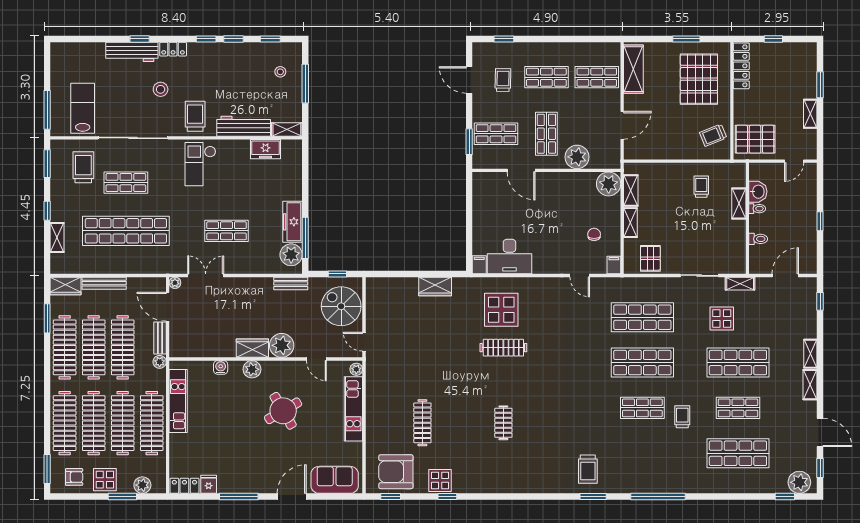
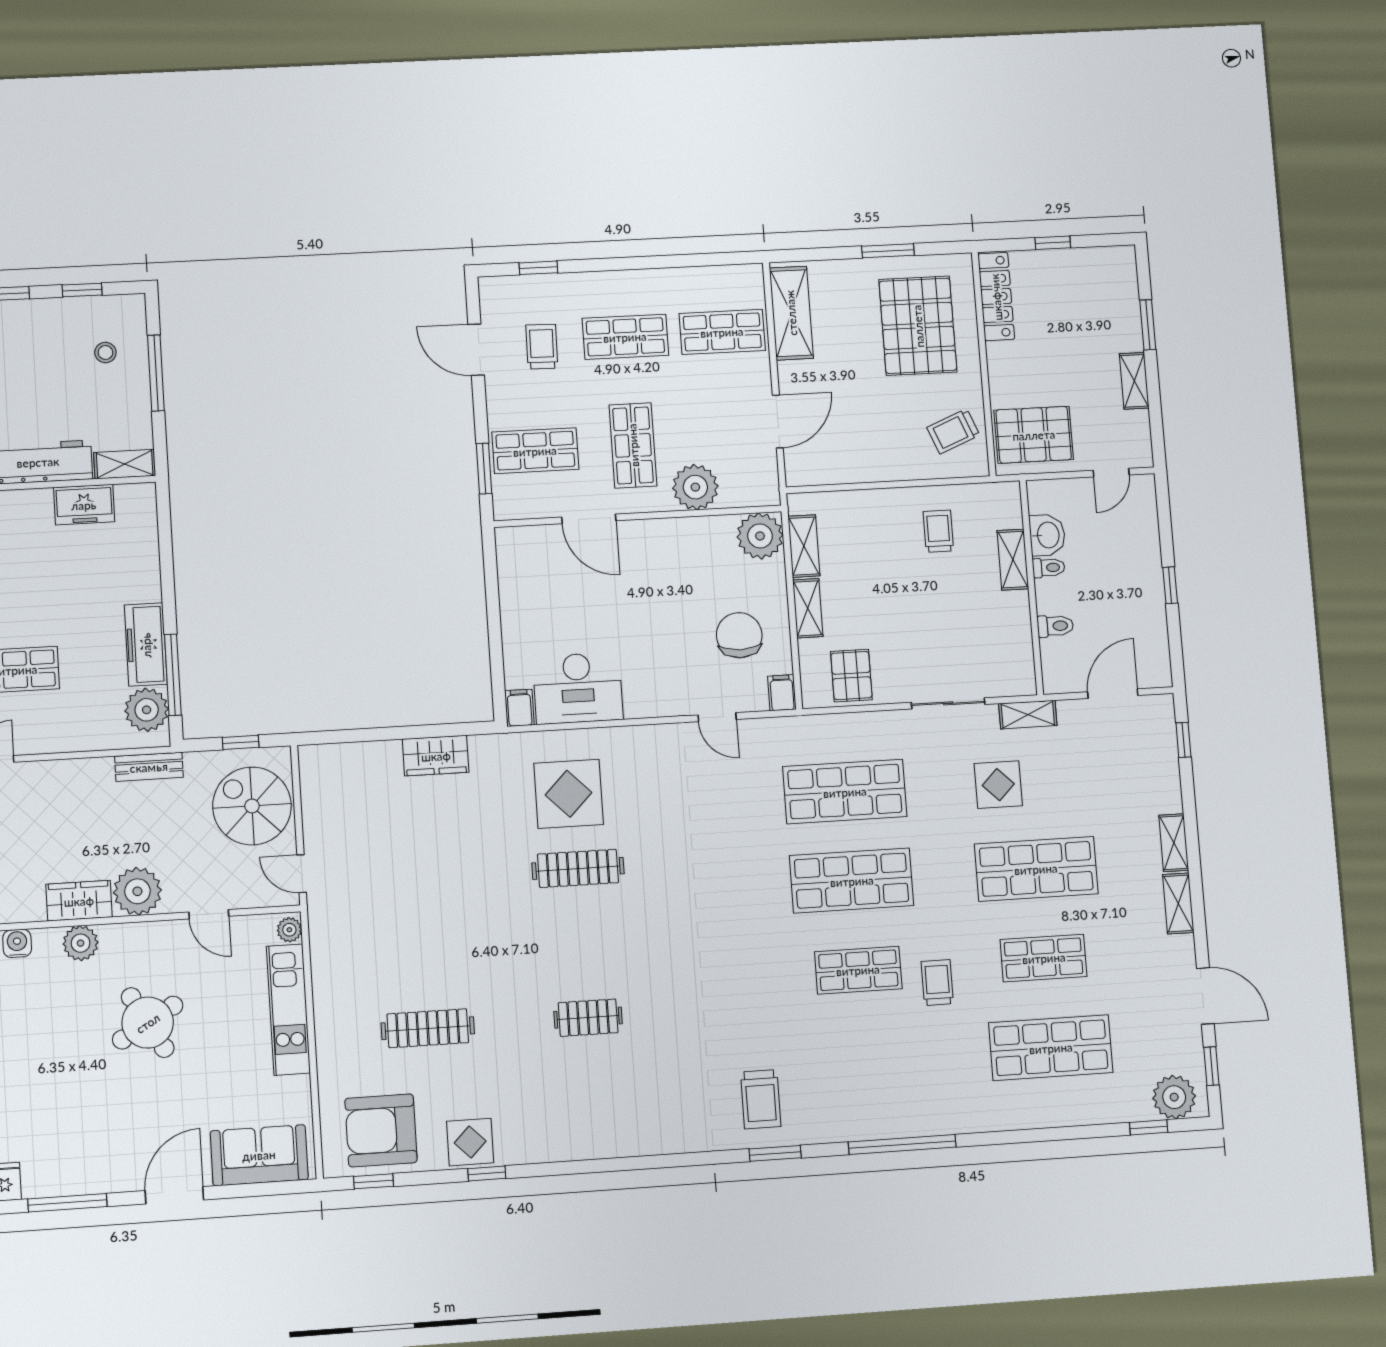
chair: (594, 234) -> (739, 635), width x1.87, depth x1.87
clothes rail: (422, 423) -> (428, 1028), turned 90
clothes rail: (503, 423) -> (588, 1018), turned 90

